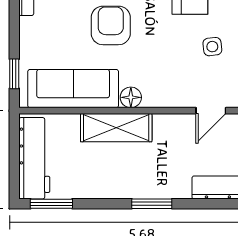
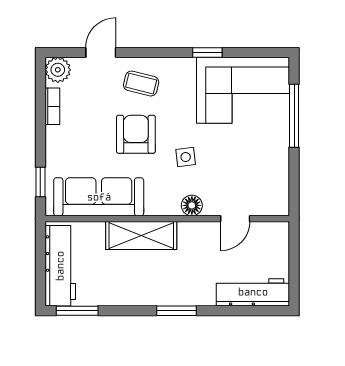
side table: (212, 47) -> (186, 157), moved
floor lamp: (131, 97) -> (192, 205), moved

